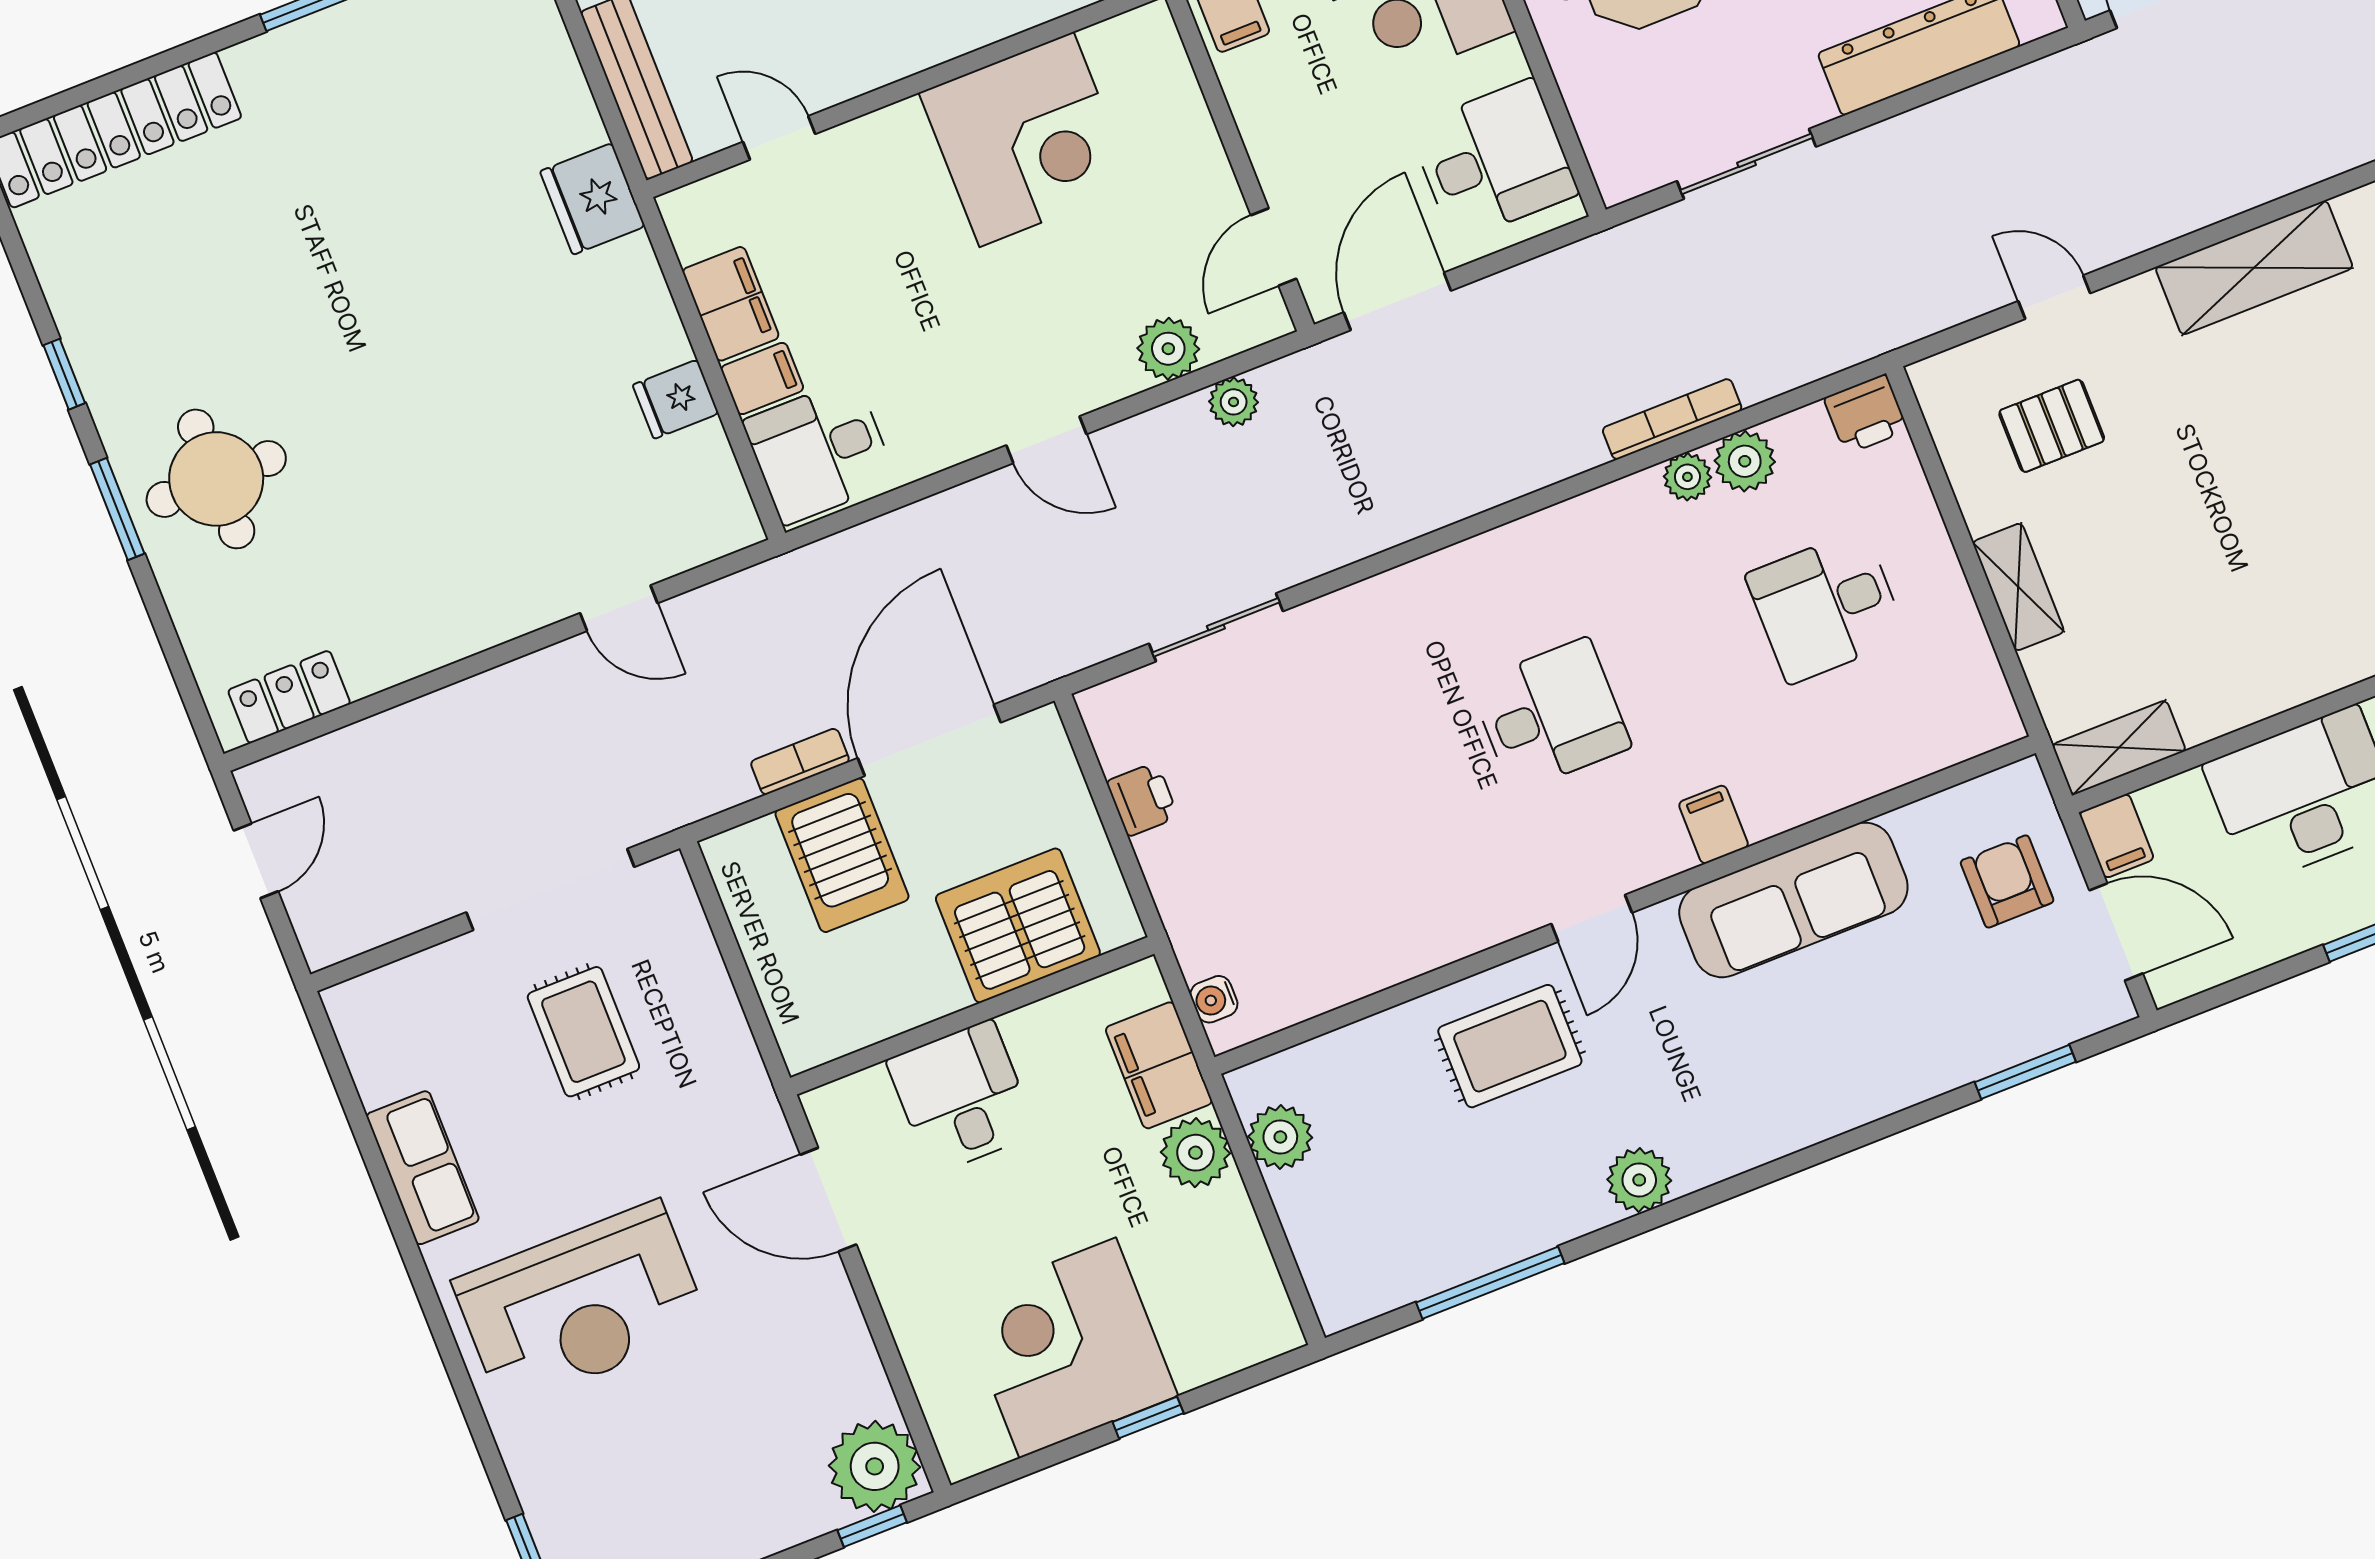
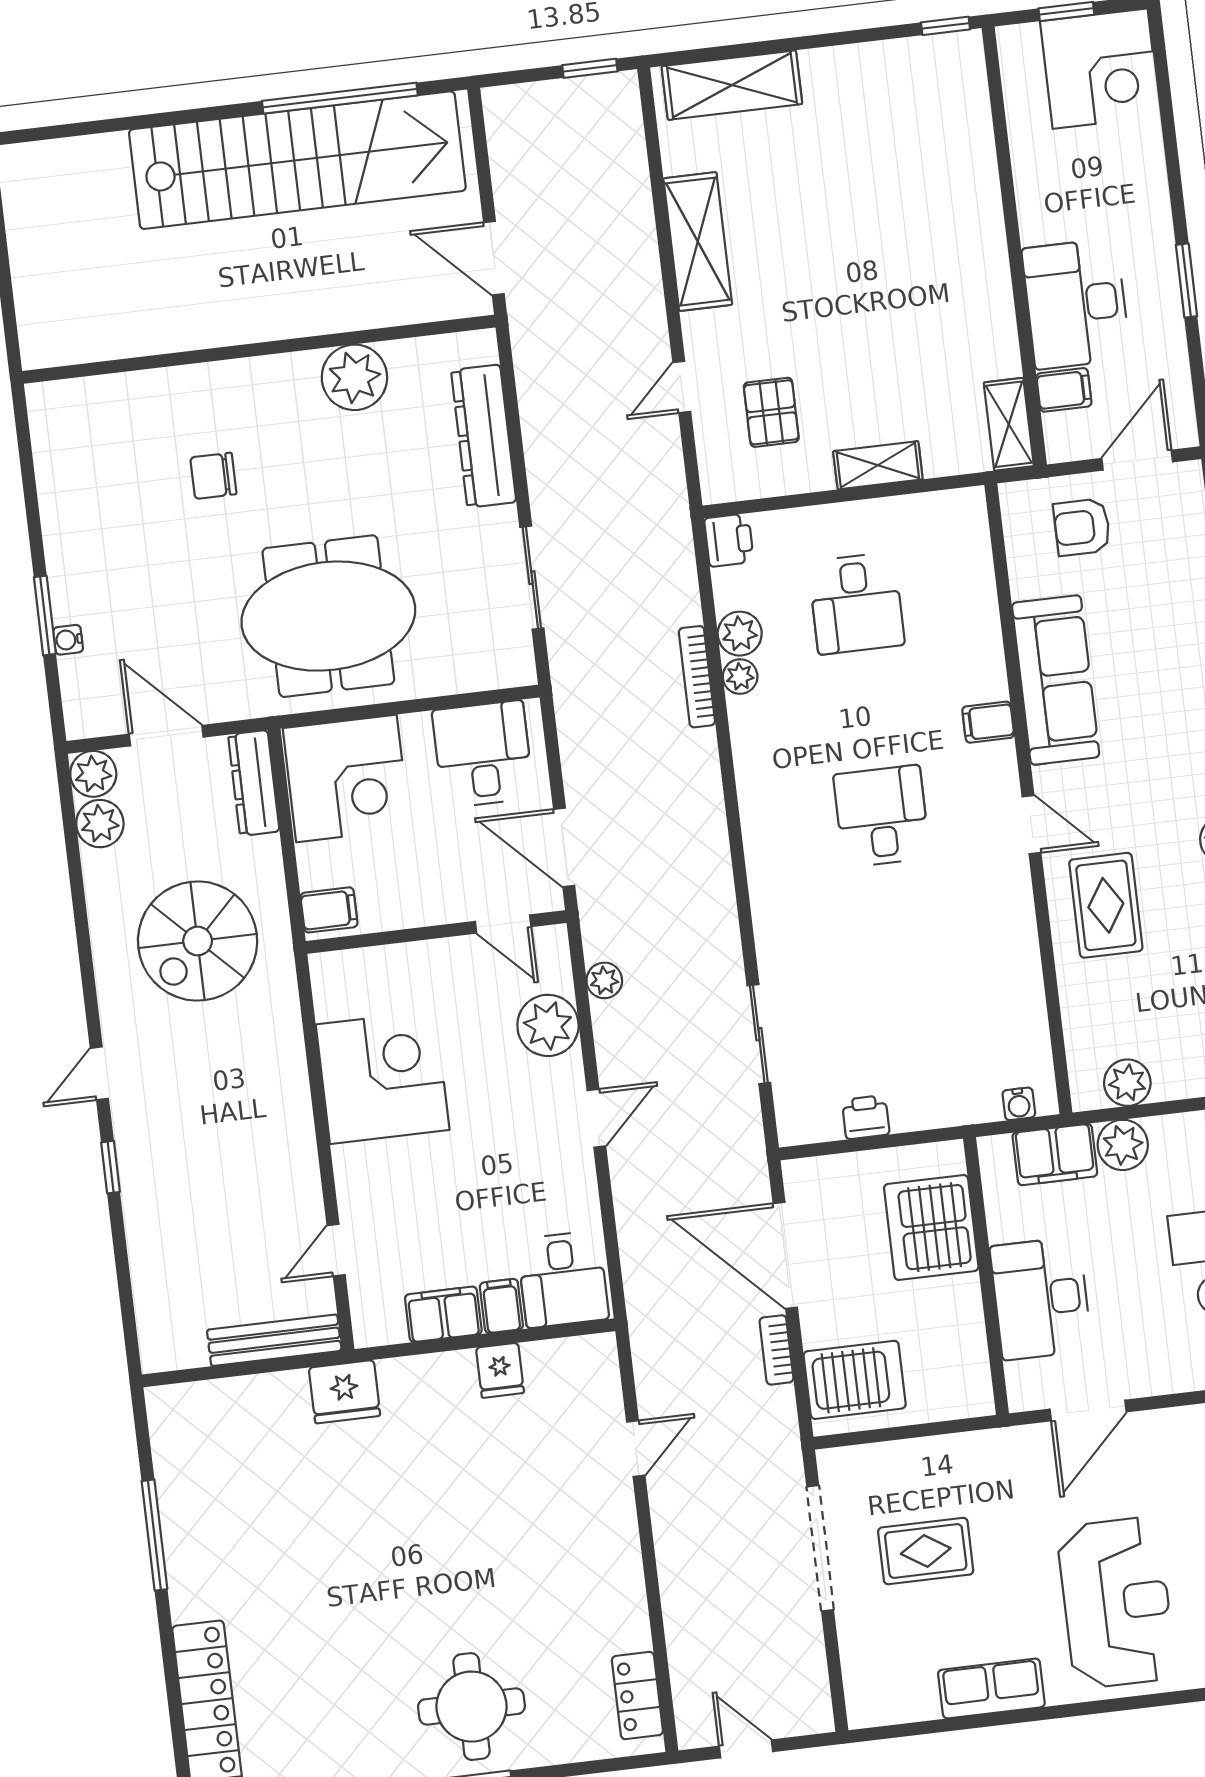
plant: (1168, 349) -> (548, 1025), width x1.36, depth x1.36
filing cabinet: (2117, 836) -> (1064, 390), moved
server rack: (842, 855) -> (855, 1380), moved
desk: (962, 1097) -> (1041, 1298), width x1.37

